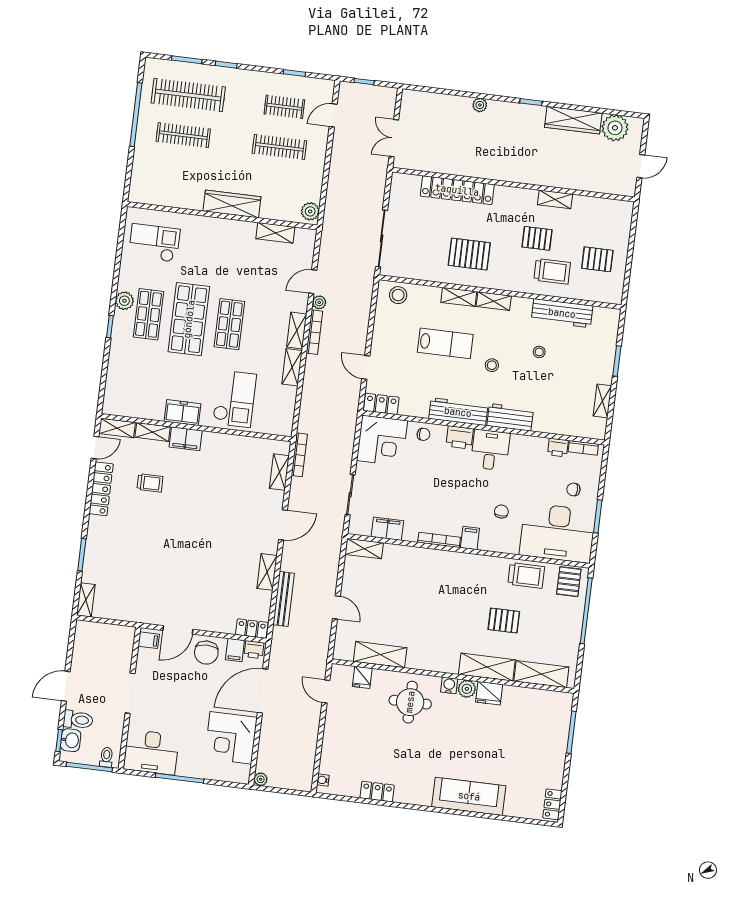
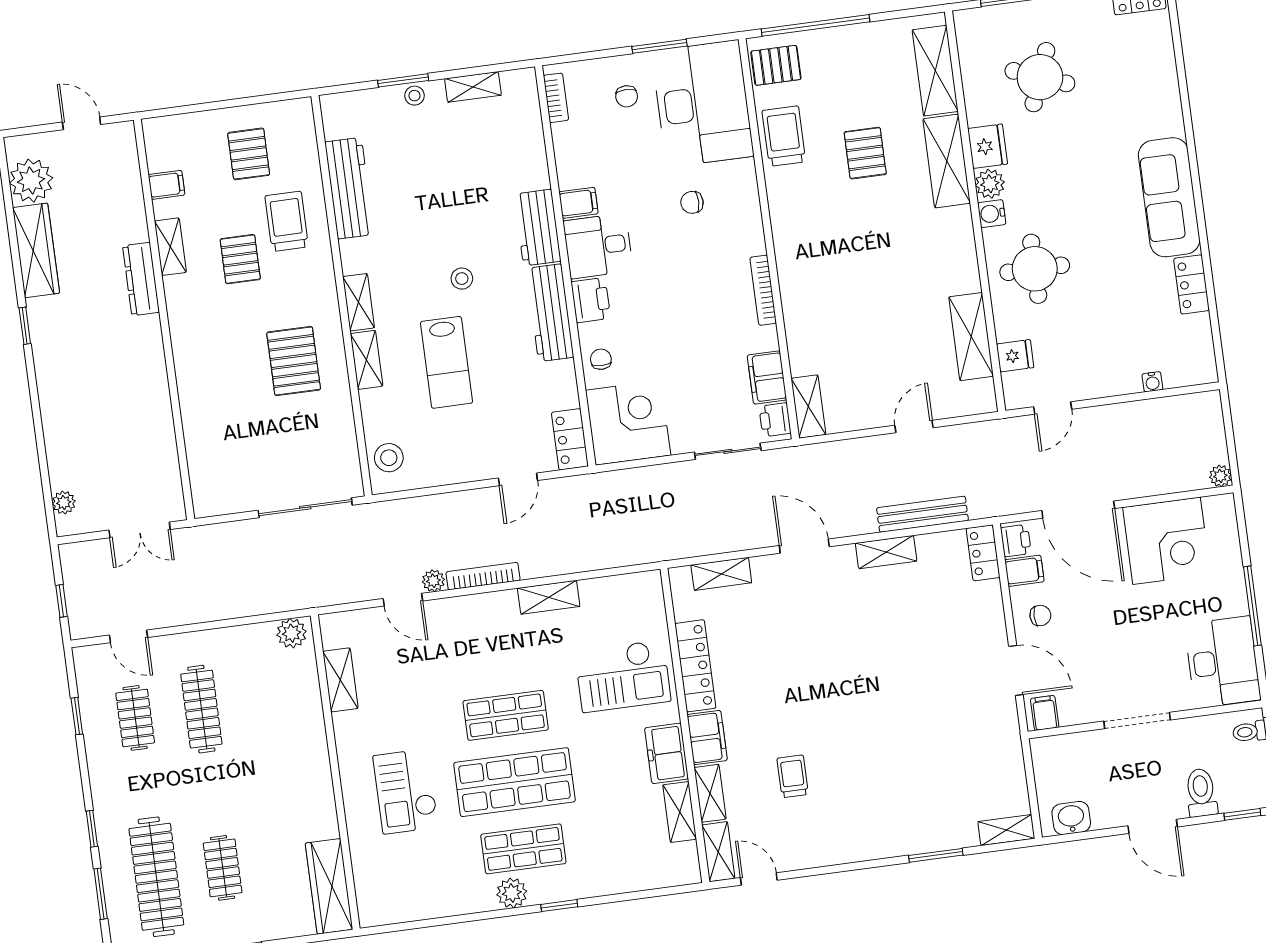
plant: (480, 105) -> (64, 503), moved
clothes rail: (183, 135) -> (223, 868), width x0.73
dresser: (541, 177) -> (141, 279), added
locker: (457, 190) -> (196, 407), removed
wardrobe: (232, 204) -> (329, 886), moved
filing cabinet: (592, 207) -> (167, 185), added
checkout: (154, 243) -> (406, 791), moved
shelving: (297, 331) -> (680, 812), moved, turned 90
lab bench: (445, 343) -> (446, 362), turned 180
stool: (539, 352) -> (414, 96), moved
checkout: (235, 399) -> (623, 676), turned 180
printer: (558, 448) -> (775, 420), moved, turned 180
bookcase: (299, 455) -> (685, 549), removed
locker: (101, 489) -> (695, 666), moved, turned 90
filing cabinet: (470, 538) -> (579, 203), moved, turned 180
chair: (206, 653) -> (1040, 615), width x0.54, depth x0.54
round table: (522, 734) -> (1040, 77), added
washbasin: (71, 740) -> (1071, 818), moved
water cooler: (323, 780) -> (1152, 382), moved
sofa: (469, 796) -> (1169, 197), moved

